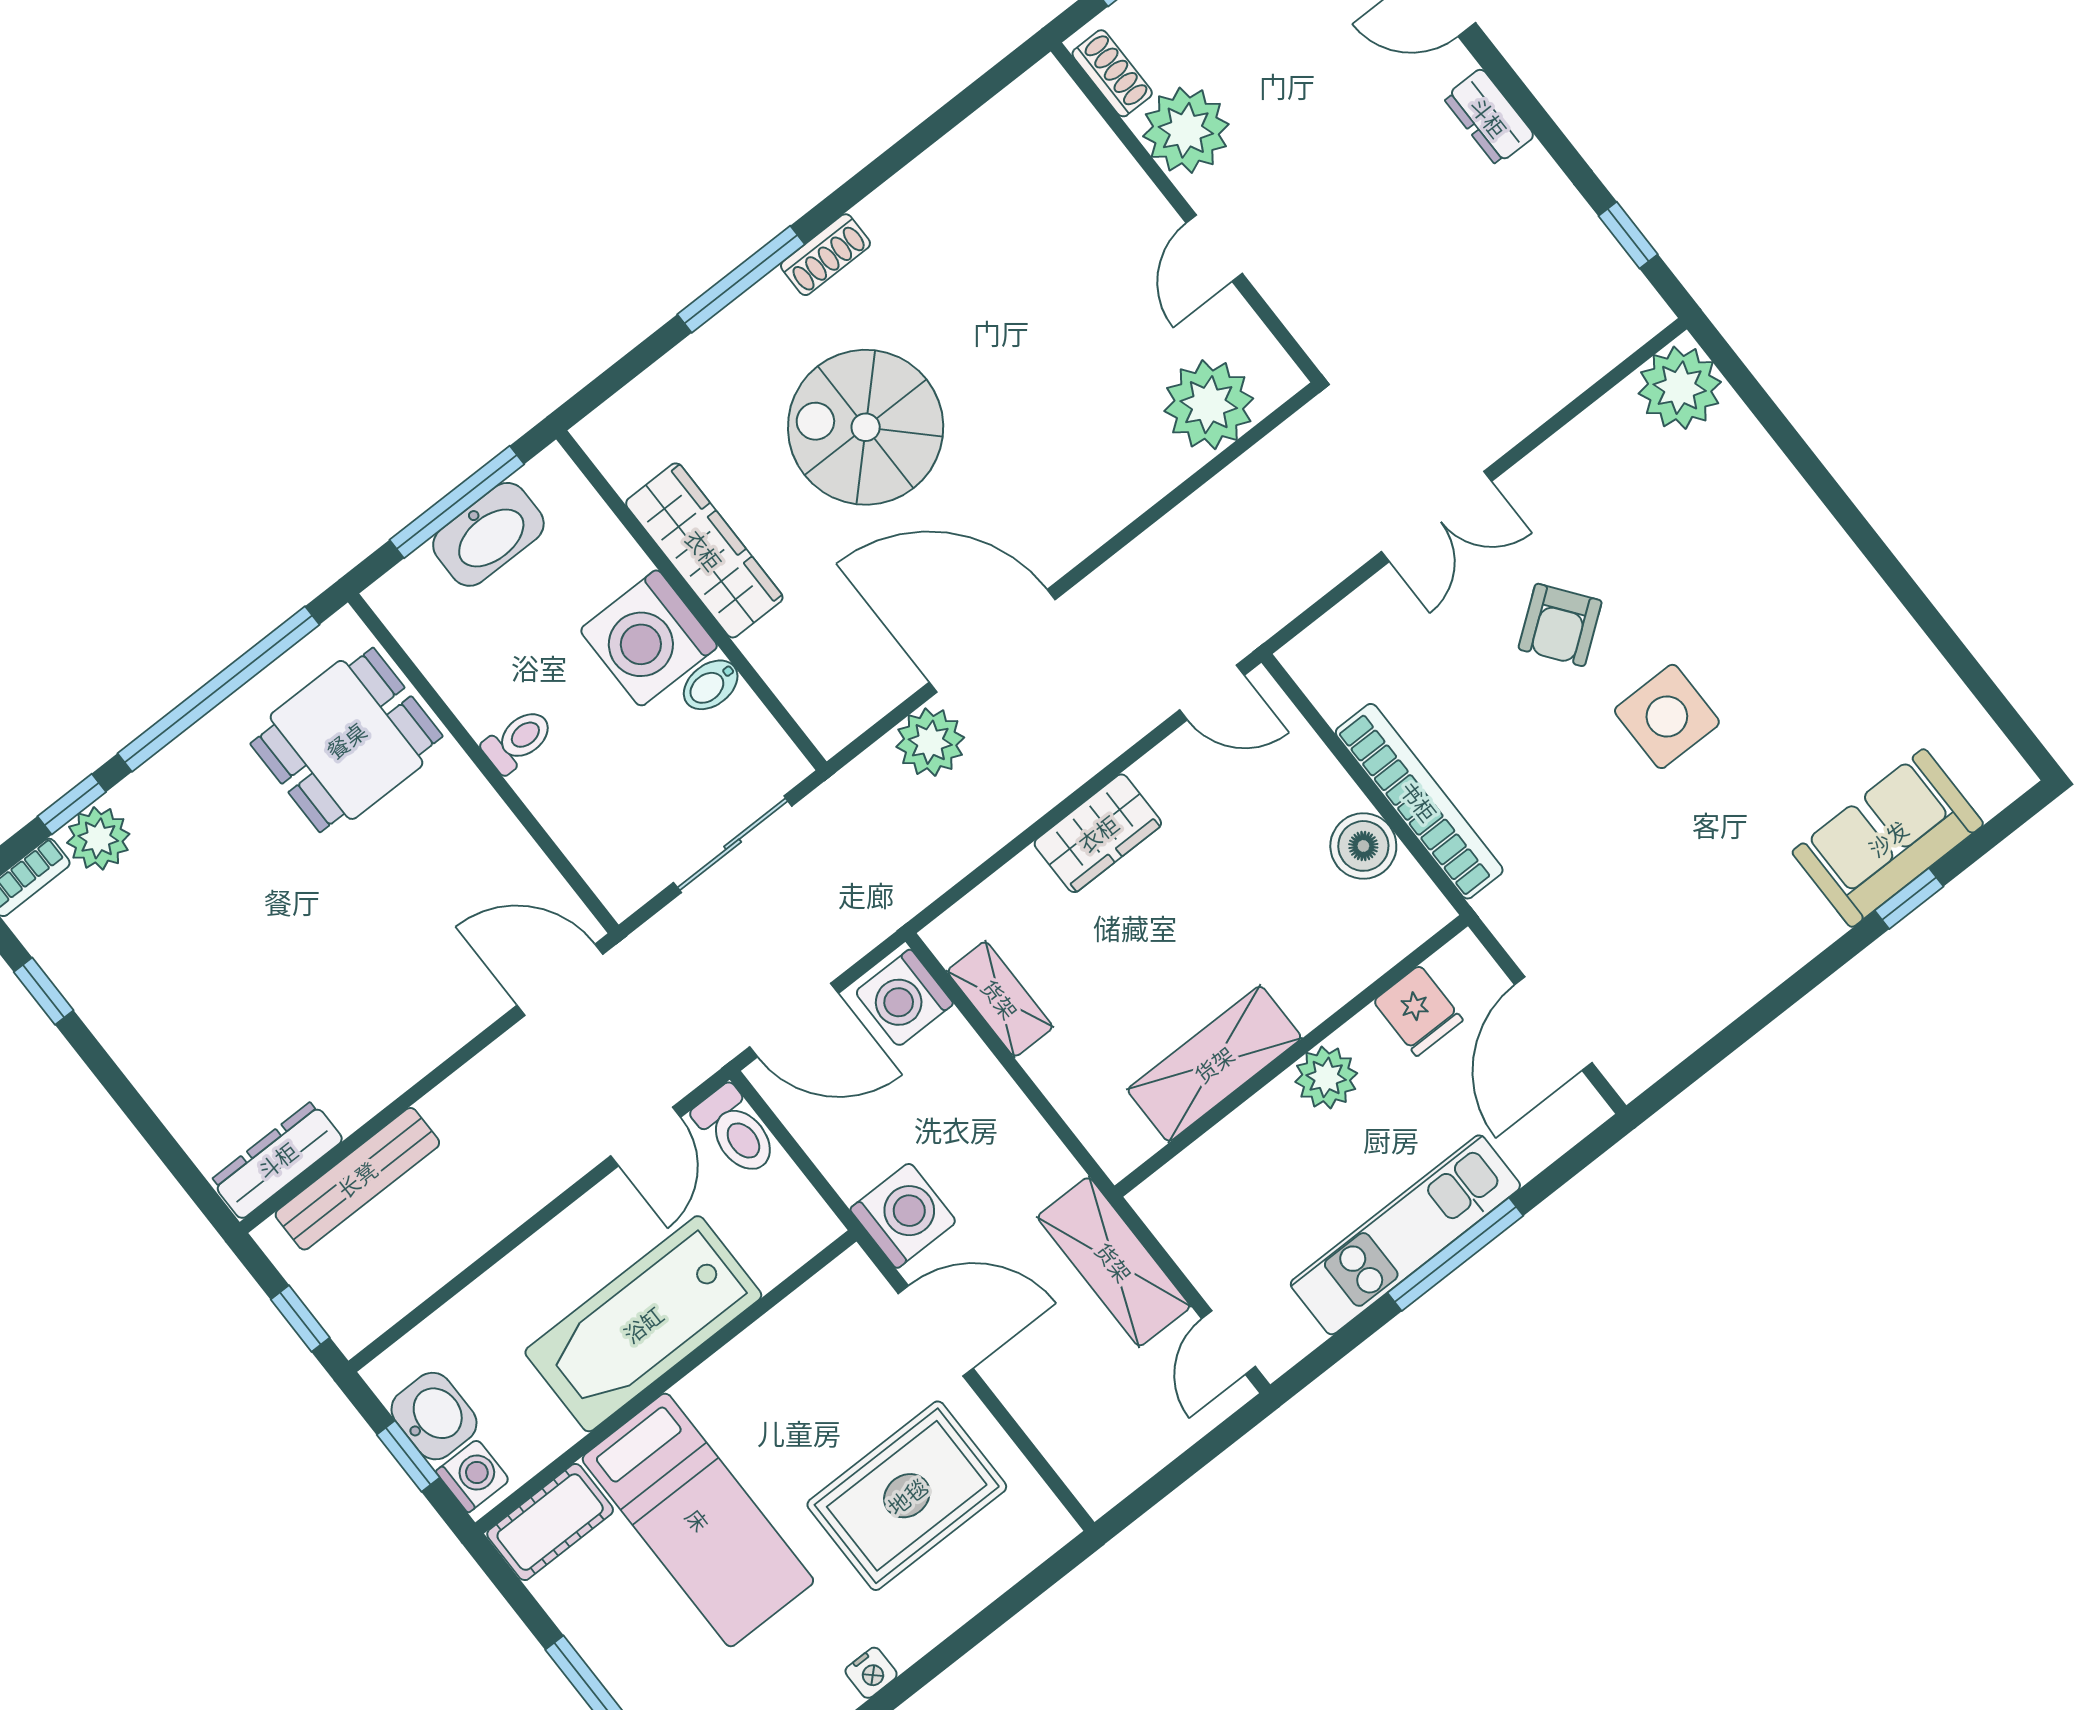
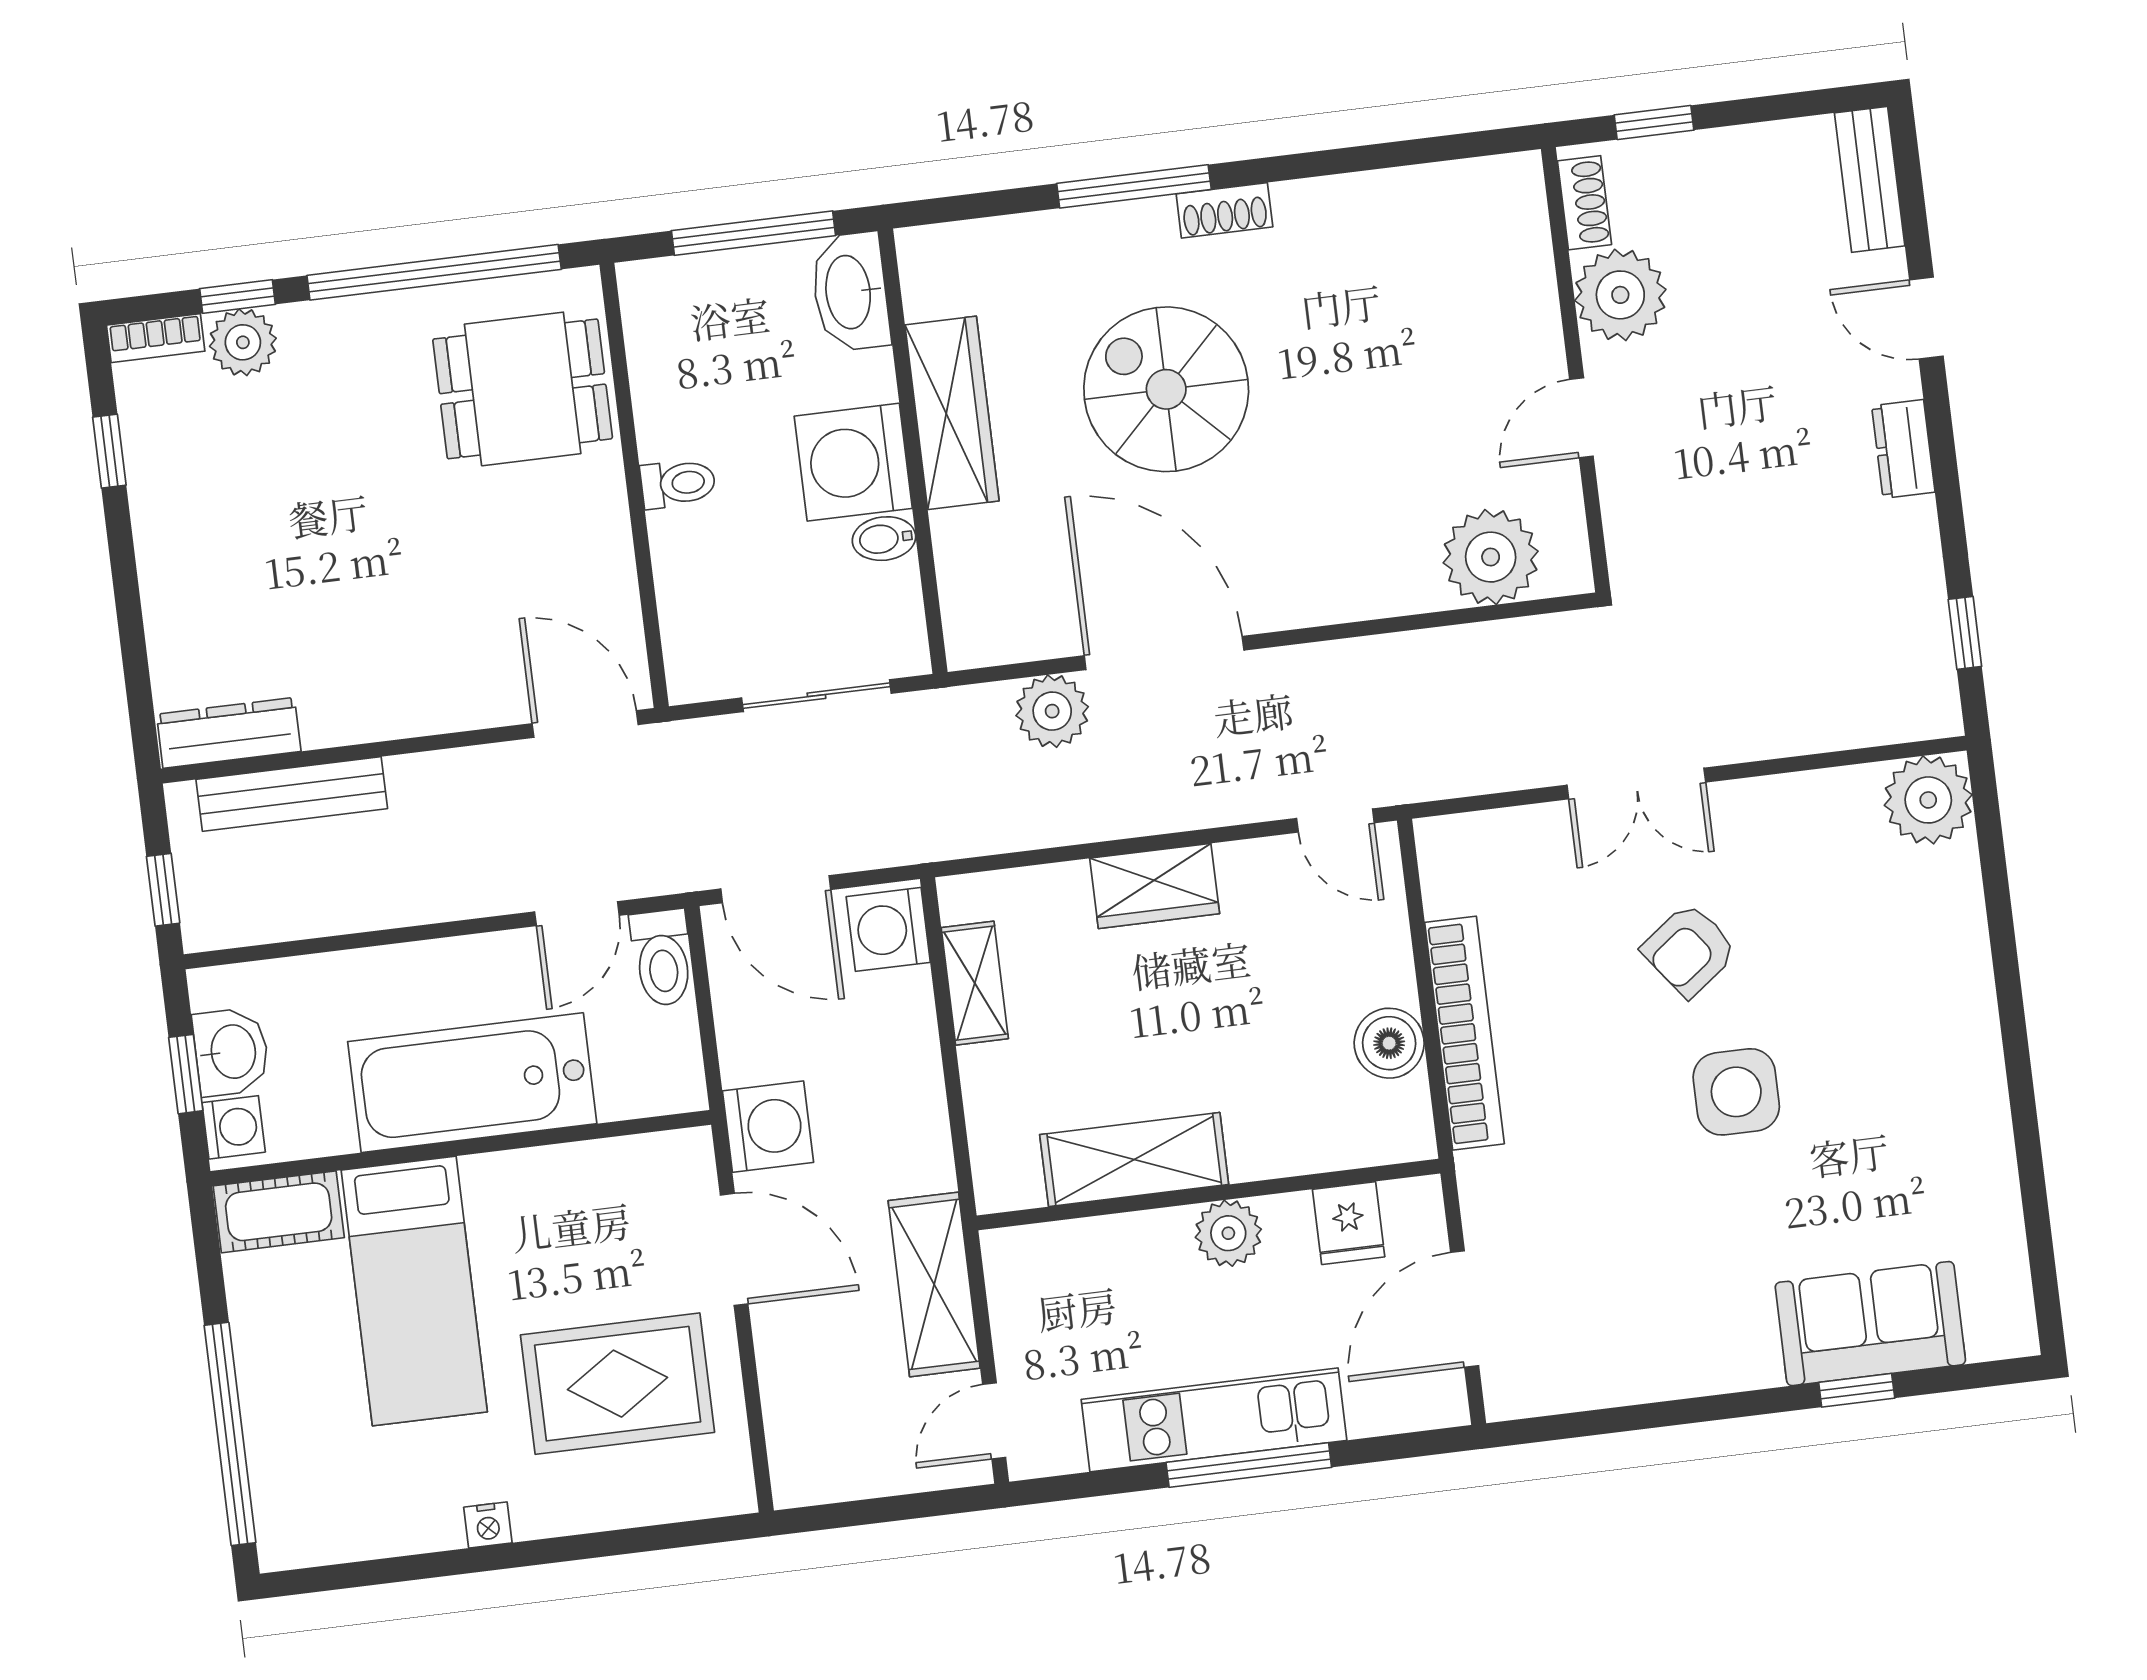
washbasin: (488, 534) -> (850, 292), moved, turned 90

